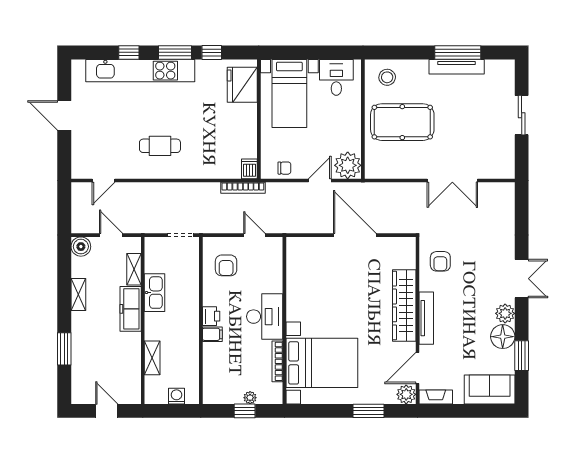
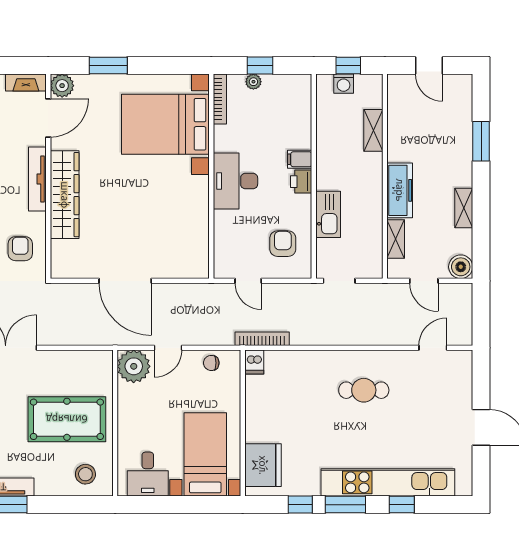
kitchen sink: (154, 293) -> (328, 214), moved, turned 180
bookcase: (277, 361) -> (220, 99), moved
window: (173, 411) -> (348, 65), added

